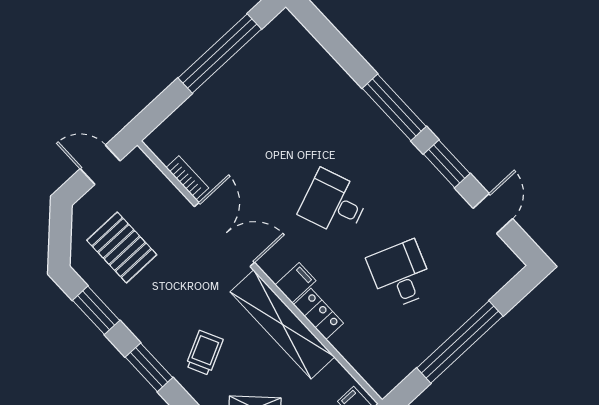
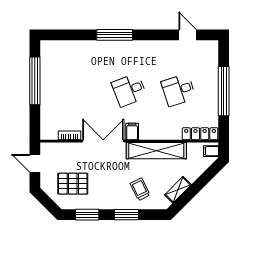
window: (447, 164) -> (153, 35), removed
door: (100, 165) -> (35, 163), hinge flipped
desk: (400, 275) -> (178, 90), turned -39
filing cabinet: (296, 283) -> (132, 132), moved
locker: (318, 314) -> (200, 134), moved, width x1.53

